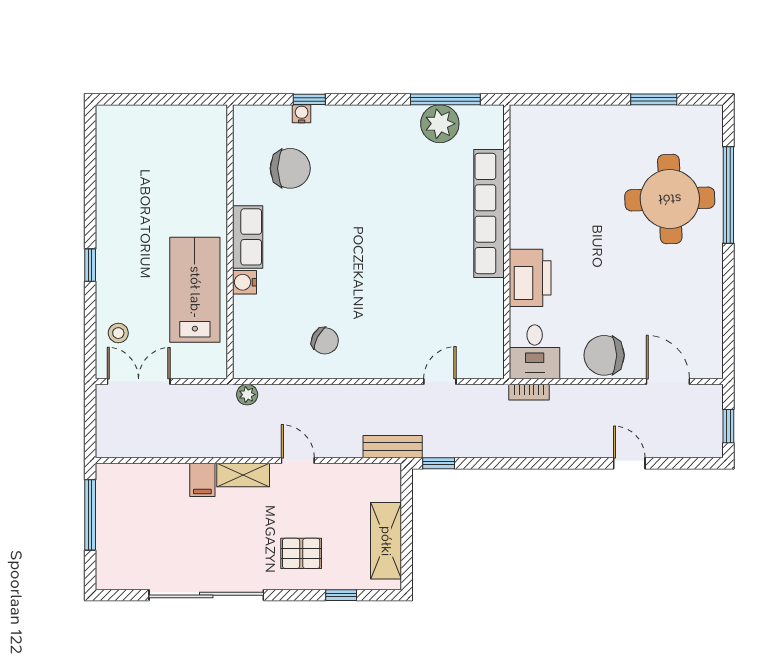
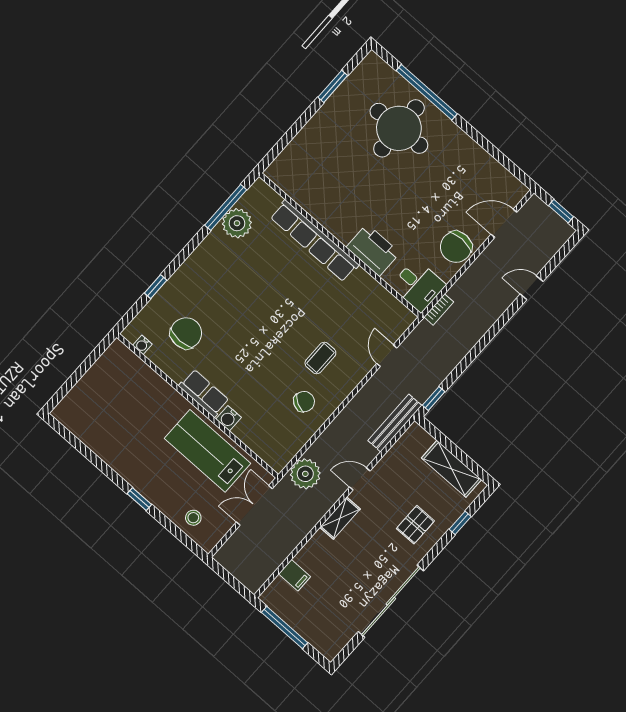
water cooler: (302, 114) -> (142, 345), moved, turned -90
coffee table: (381, 319) -> (320, 358), added
double door: (139, 381) -> (254, 505), moved
plant: (247, 395) -> (305, 474), width x1.88, depth x1.88
bench: (393, 447) -> (395, 423), width x1.36
filing cabinet: (202, 480) -> (295, 575), moved

